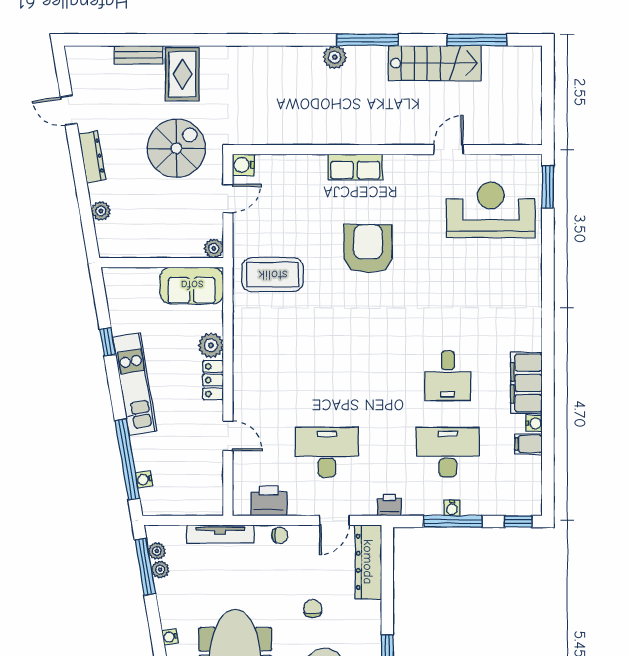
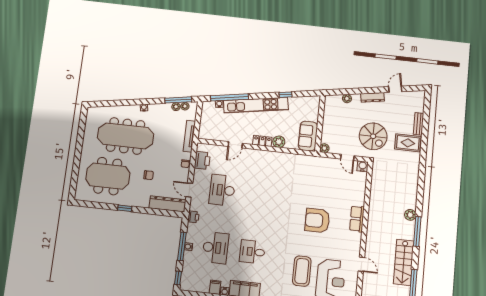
armchair: (368, 249) -> (317, 220), turned 180
coffee table: (273, 275) -> (302, 271), moved
kitchen unit: (135, 384) -> (256, 105), width x1.36
desk: (327, 452) -> (222, 190), turned 180

